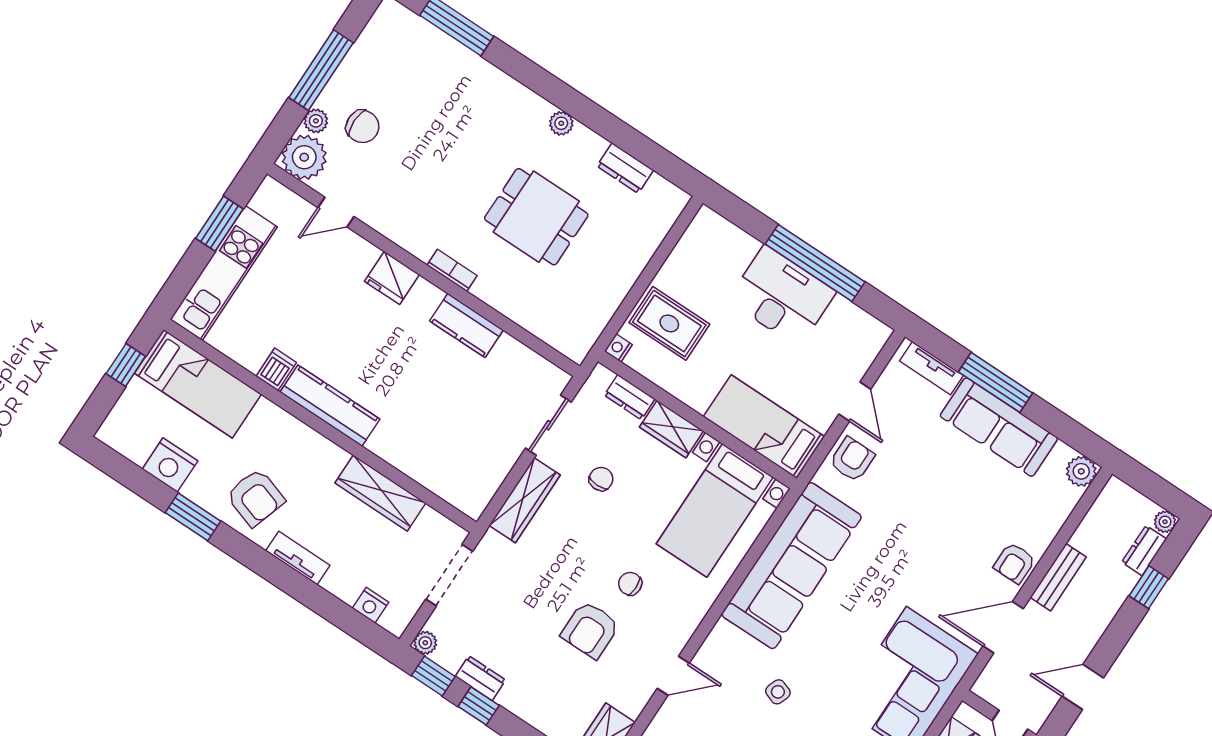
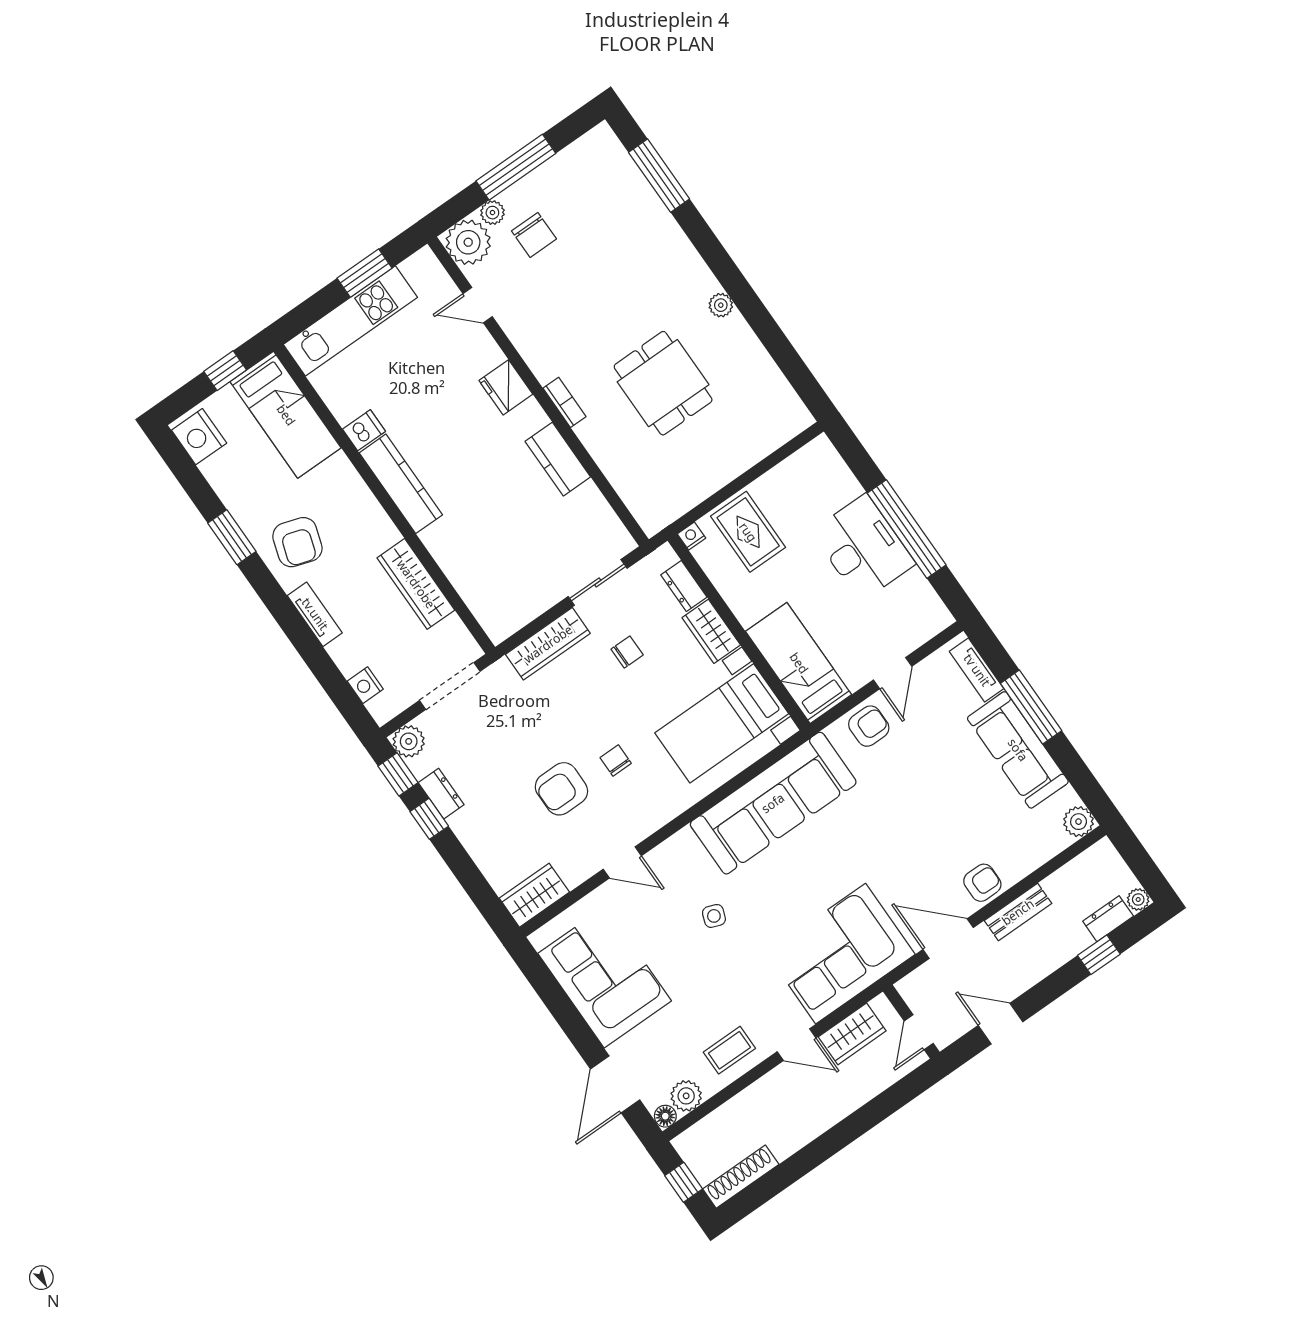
dresser: (625, 168) -> (764, 371), removed
nightstand: (170, 465) -> (199, 437), moved
armchair: (1014, 563) -> (982, 883), turned 180
plant: (425, 643) -> (409, 741), width x1.38, depth x1.38

